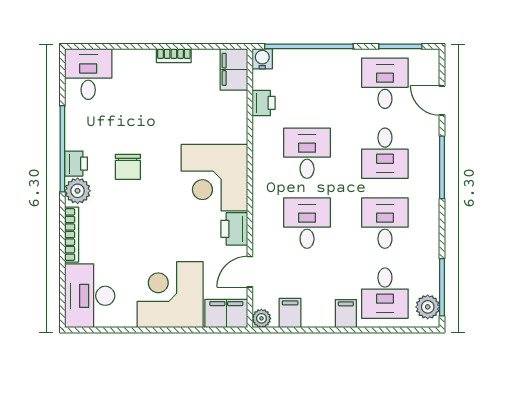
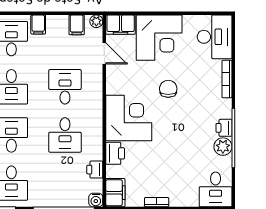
chair: (128, 167) -> (168, 89), moved
plant: (78, 191) -> (223, 147), moved
desk: (307, 223) -> (65, 87), turned 180
printer: (234, 229) -> (115, 153), moved
door: (250, 272) -> (104, 53), hinge flipped

